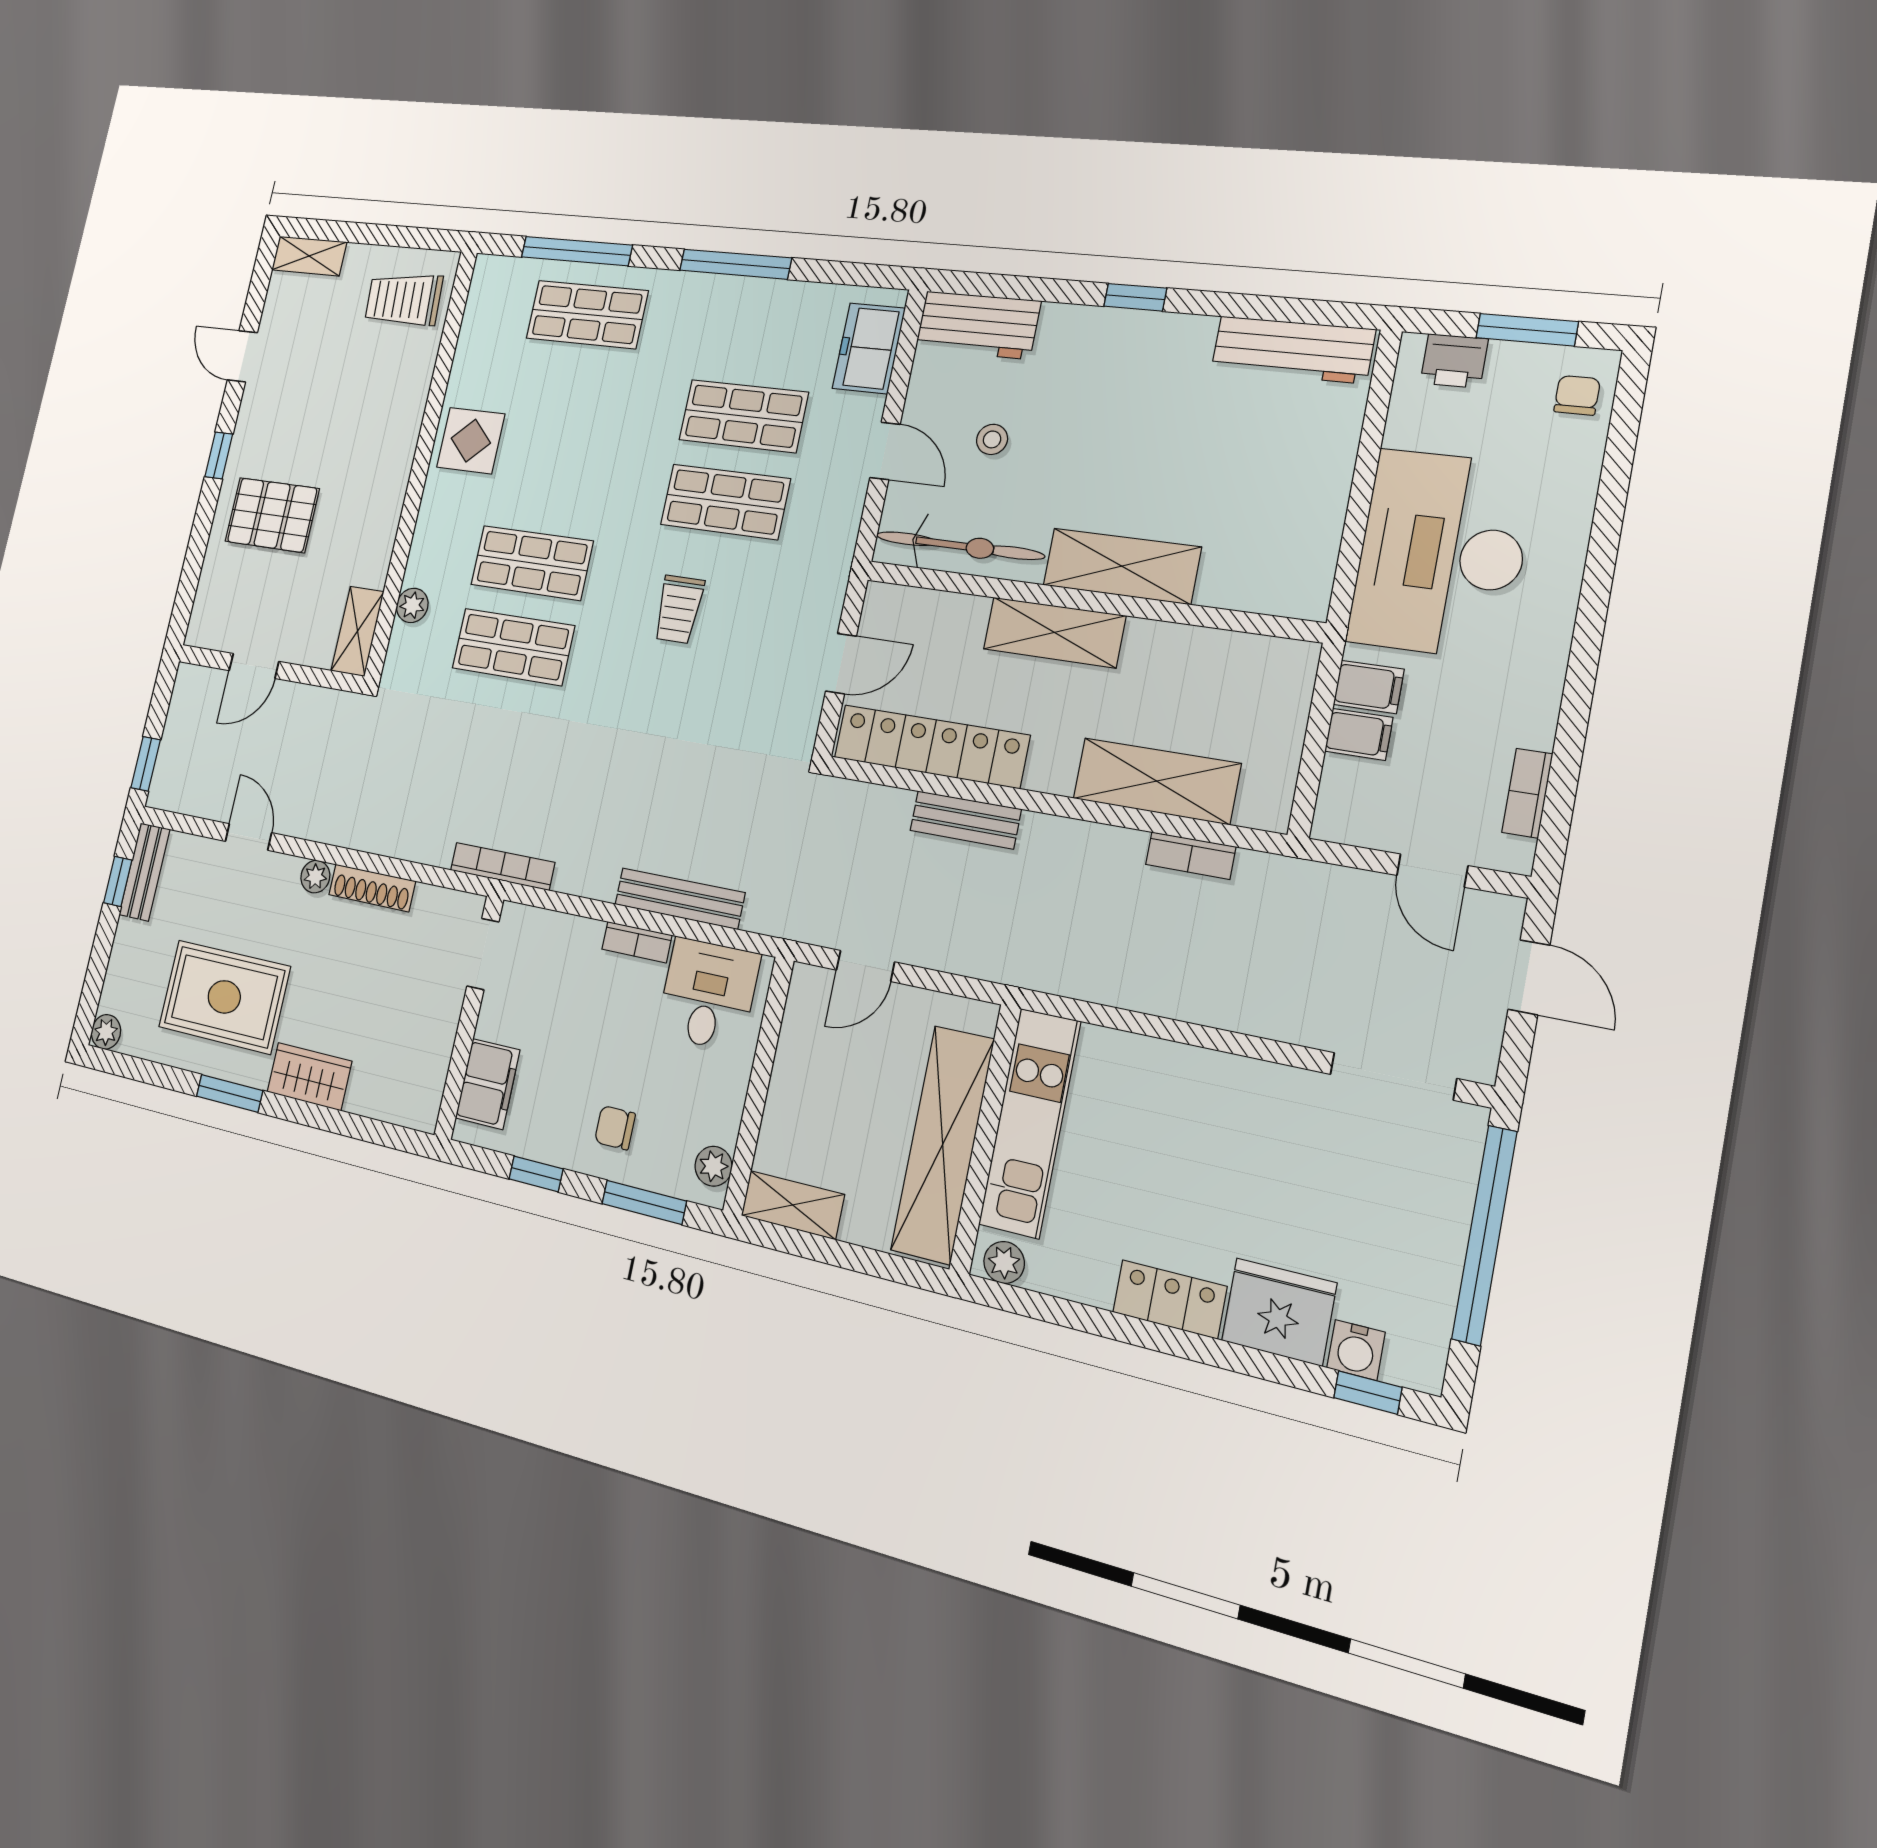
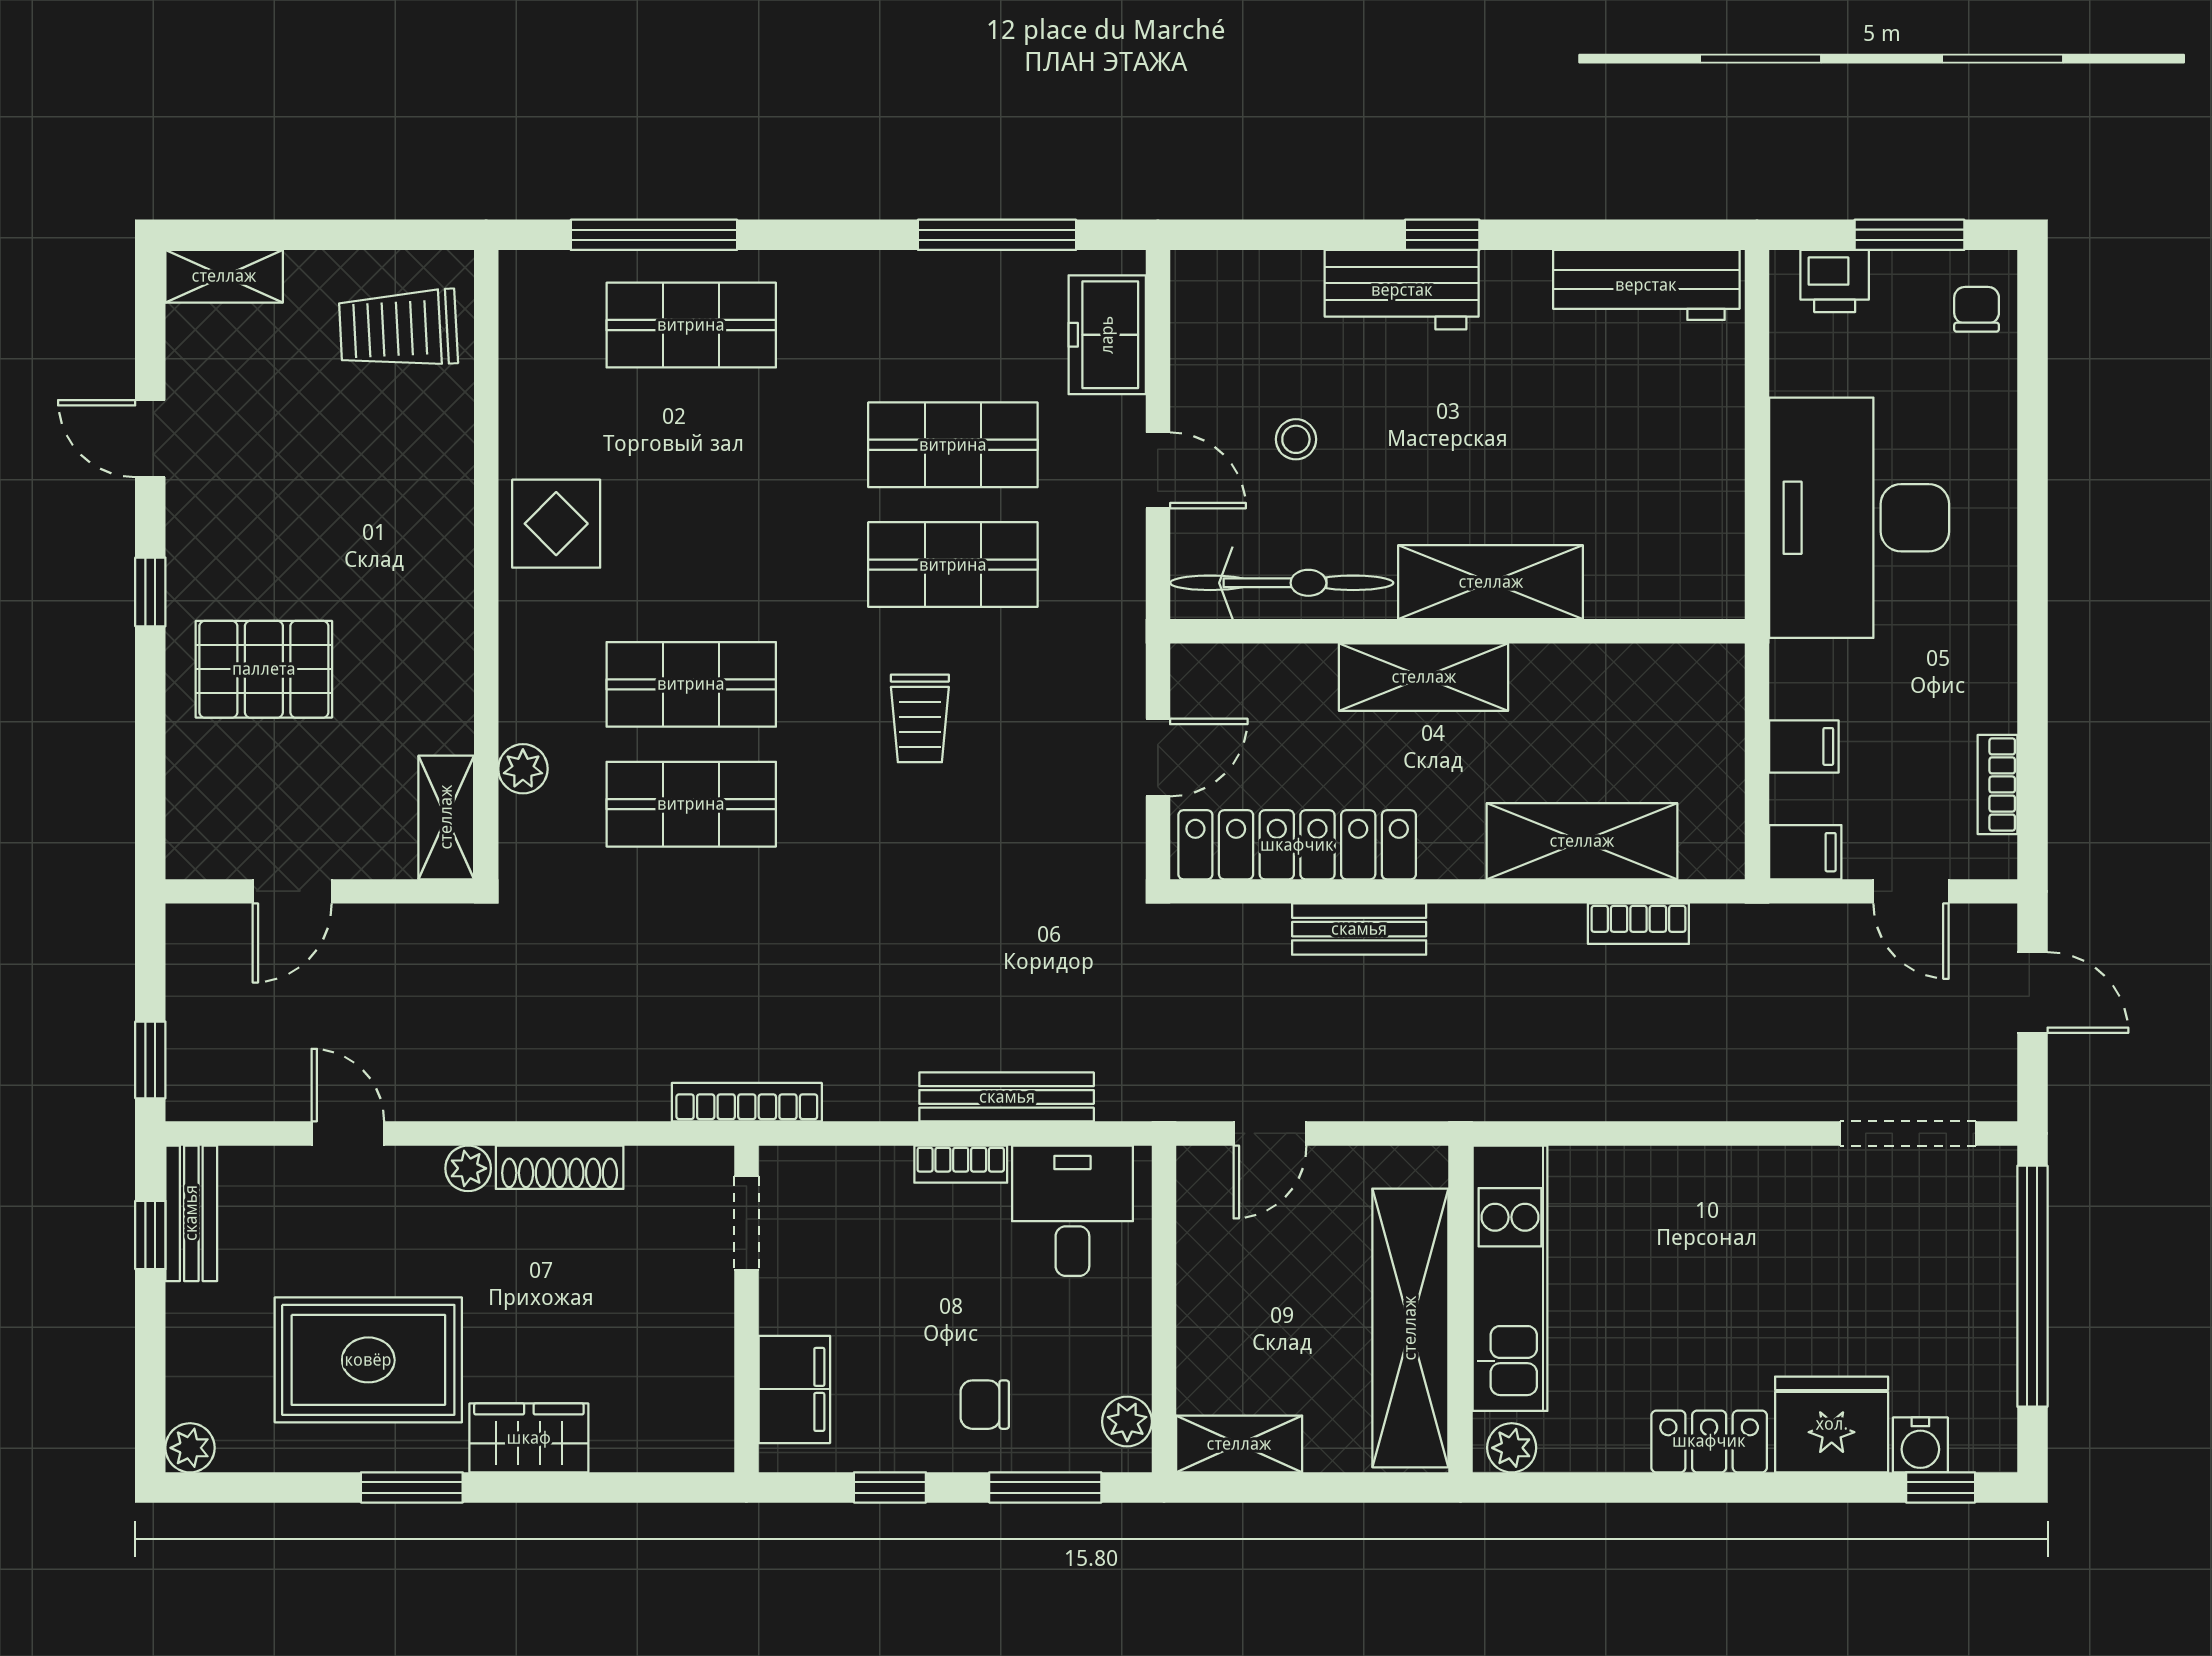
window: (735, 264) -> (997, 235), moved
workbench: (978, 325) -> (1402, 290), moved
filing cabinet: (1369, 687) -> (1805, 852), moved

